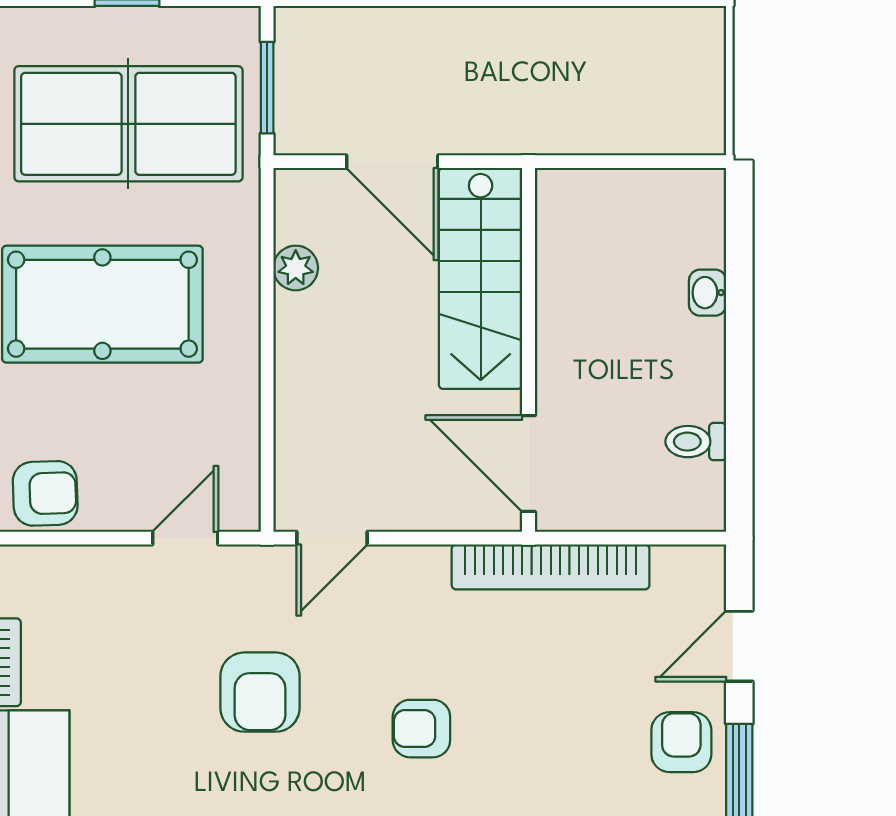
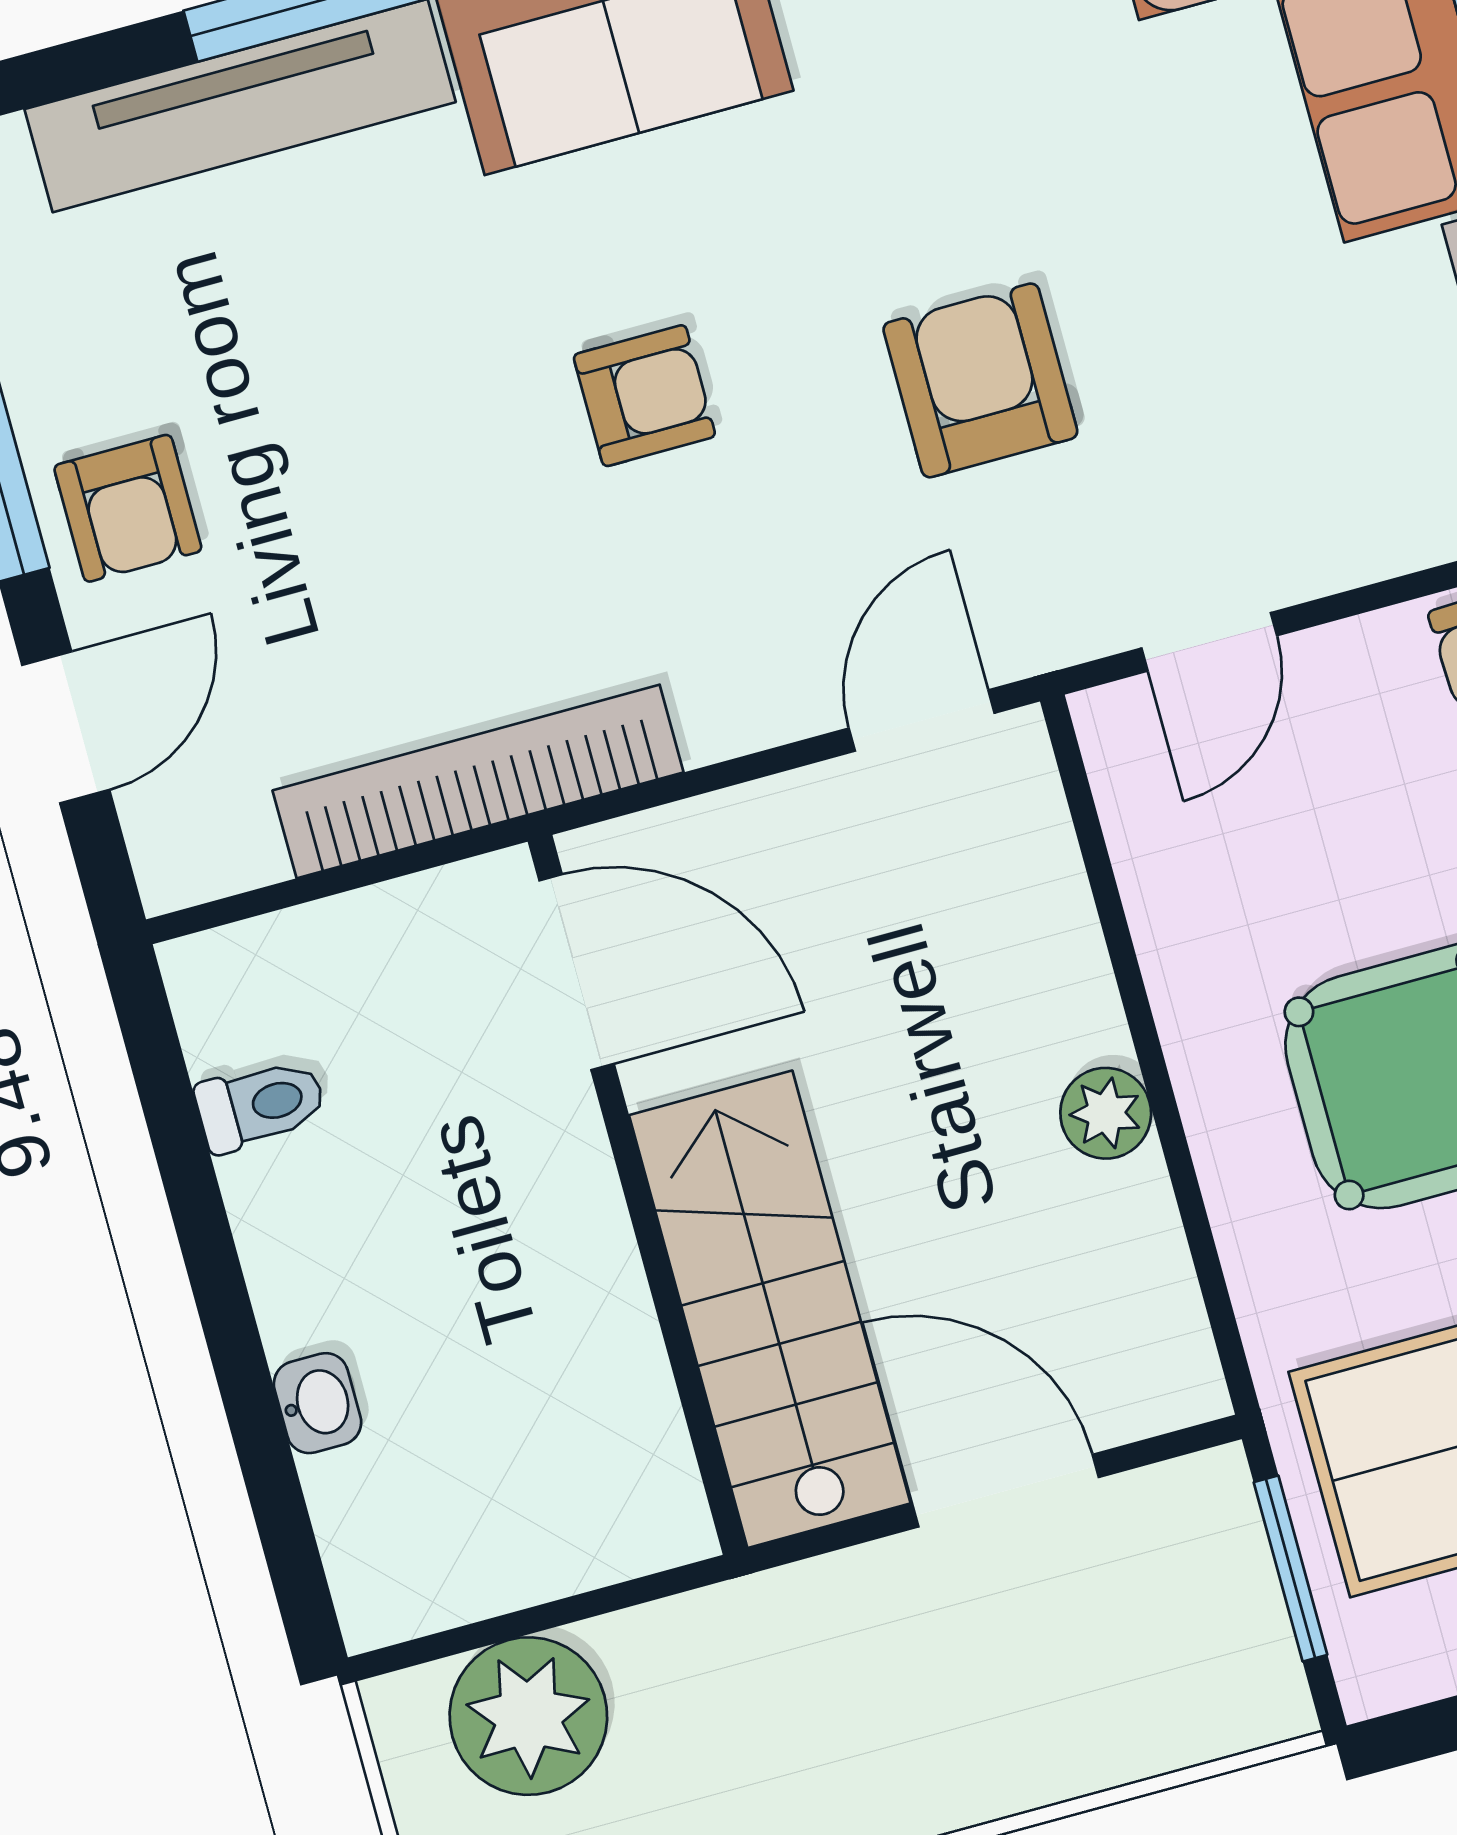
plant: (648, 117) -> (528, 1716), added
plant: (296, 268) -> (1106, 1113), moved

